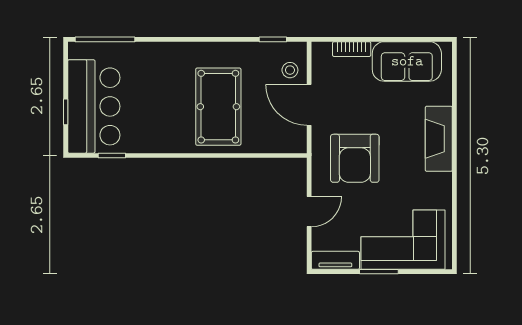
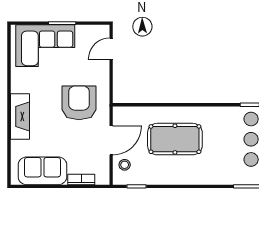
door: (309, 105) -> (111, 140), hinge flipped
pool table: (218, 107) -> (175, 139), turned 90
door: (309, 211) -> (111, 49), moved
tv unit: (335, 260) -> (93, 31), removed

